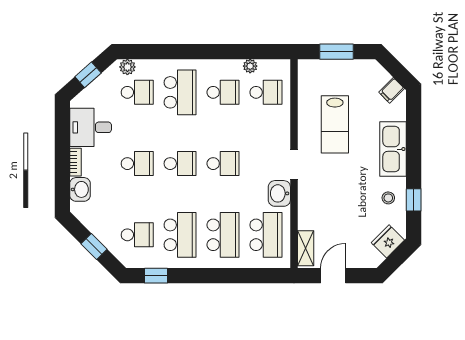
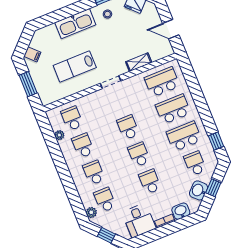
filing cabinet: (392, 90) -> (32, 54), moved
school desk: (180, 92) -> (94, 173), width x0.54
lab bench: (335, 124) -> (75, 67), turned 180
washbasin: (279, 193) -> (199, 190), moved, turned 135
shelving: (306, 248) -> (139, 62), moved

